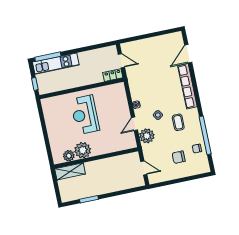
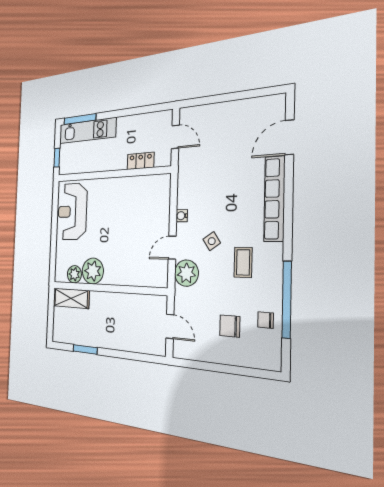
locker: (113, 75) -> (141, 161), moved
reception desk: (85, 115) -> (72, 212), moved

